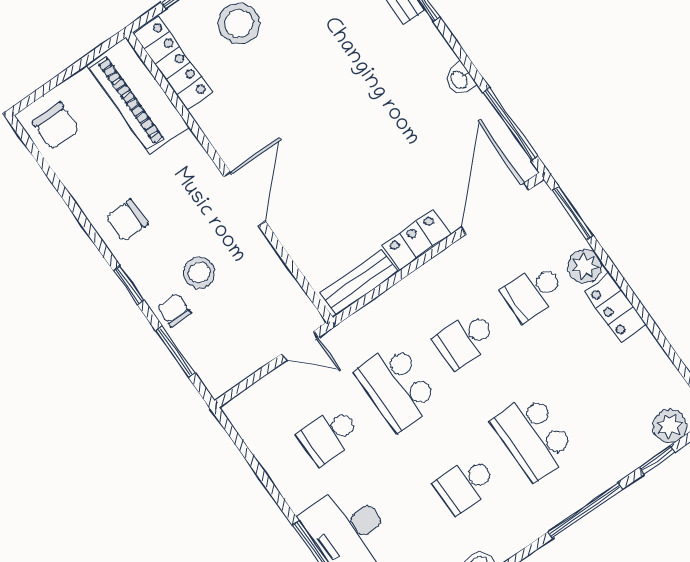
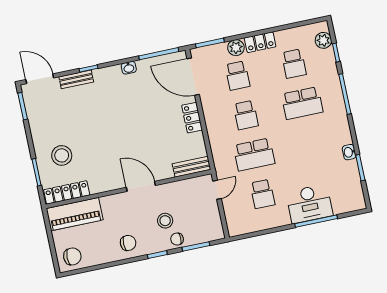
chair: (127, 220) -> (128, 243), turned -90
bench: (359, 282) -> (192, 167), moved, turned 90
school desk: (465, 485) -> (294, 64), moved

